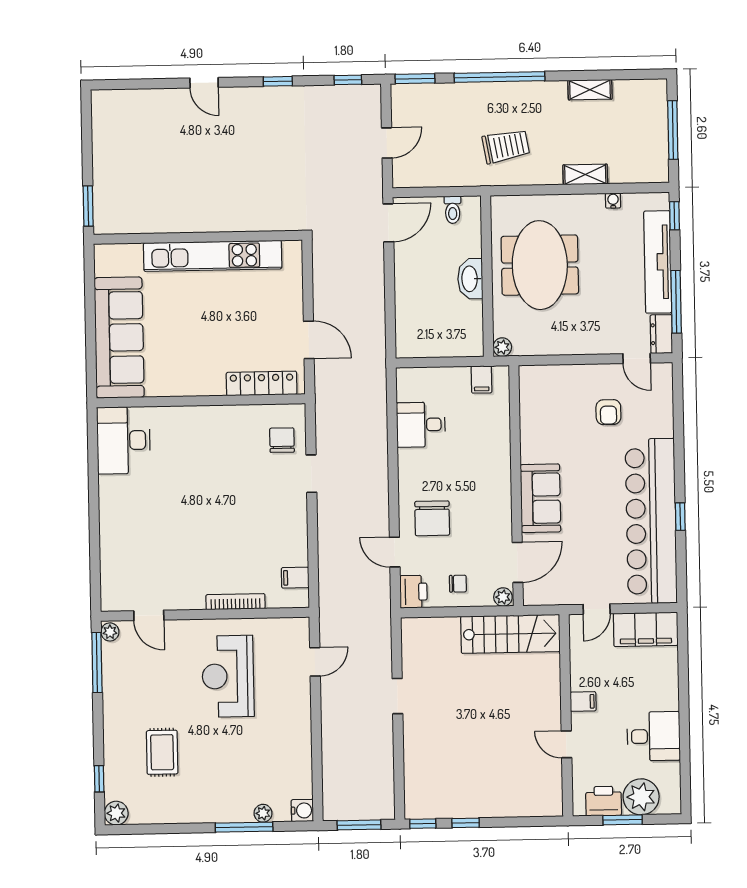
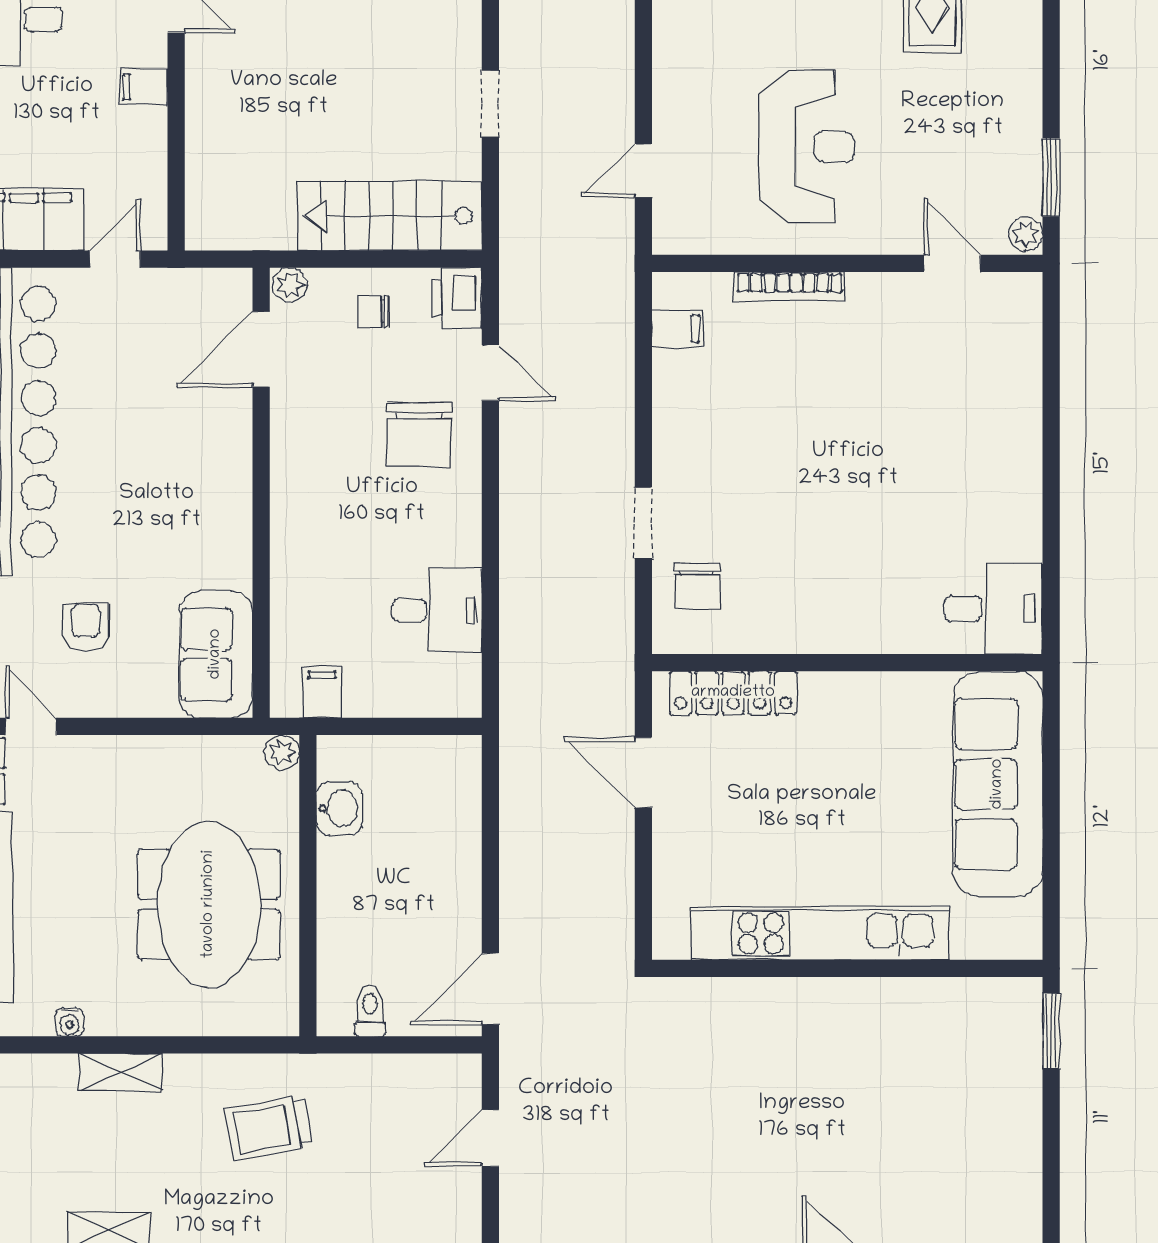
washbasin: (470, 279) -> (339, 808), moved, width x0.72
desk: (123, 440) -> (993, 609), width x0.73
sofa: (541, 498) -> (216, 654), moved
chair: (432, 518) -> (419, 435), turned 180
stairs: (510, 634) -> (390, 216), moved
window: (97, 663) -> (1051, 177), width x0.69

